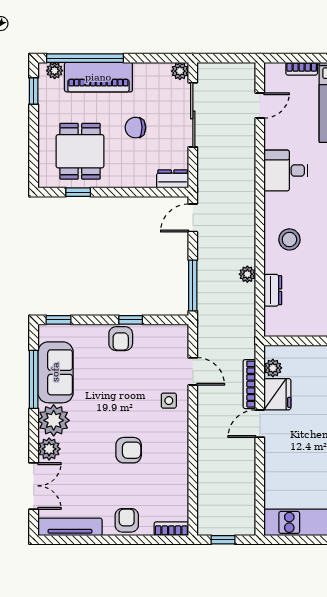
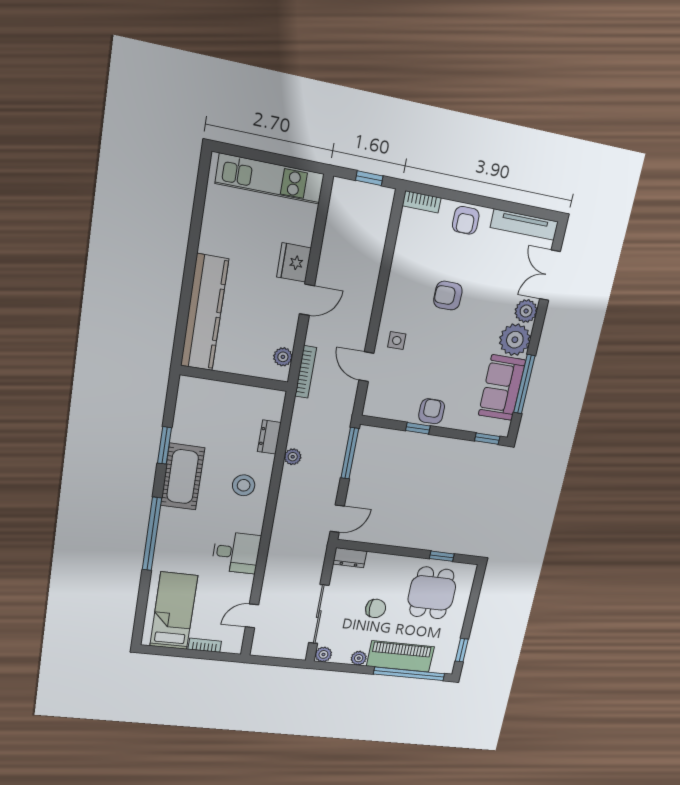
plant: (55, 71) -> (359, 658), moved
bookcase: (249, 384) -> (306, 372), moved
fridge: (277, 394) -> (294, 262), moved

